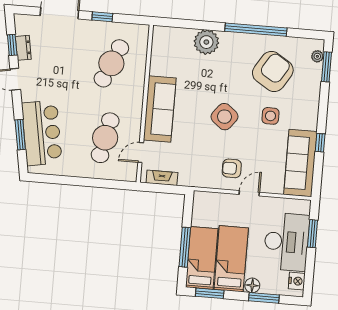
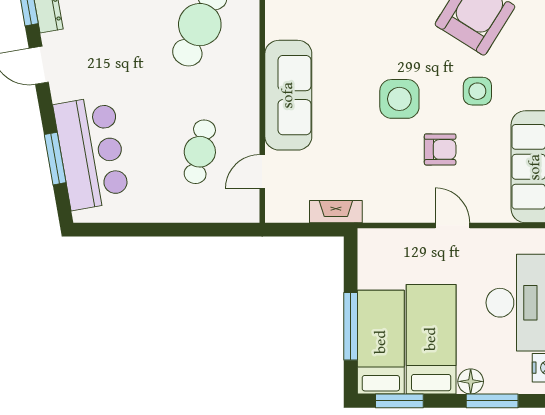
side table: (224, 117) -> (399, 99), turned -38
cafe table: (105, 138) -> (200, 152), width x0.73, depth x0.74
armchair: (232, 168) -> (440, 149), moved, turned 180
fireplace: (162, 178) -> (336, 212), moved
door: (249, 193) -> (452, 225), hinge flipped

